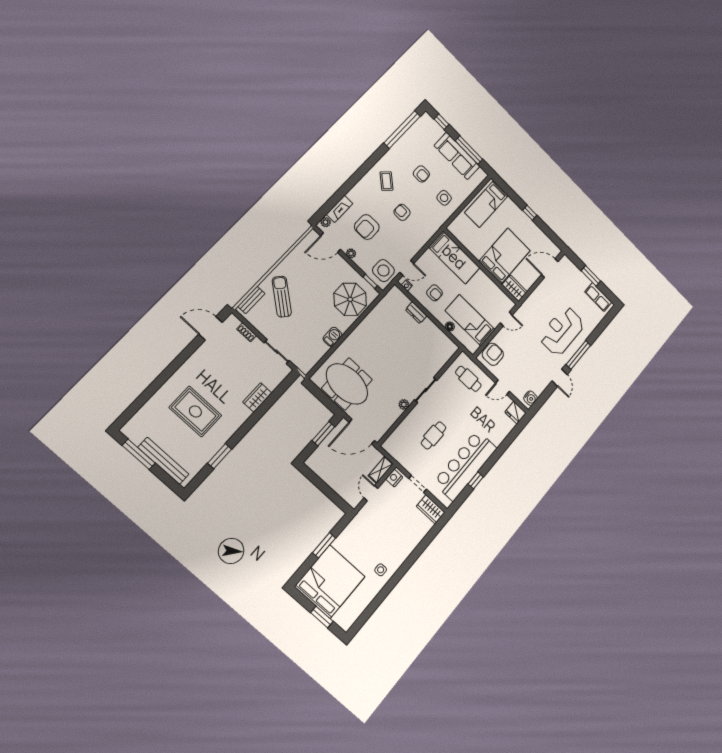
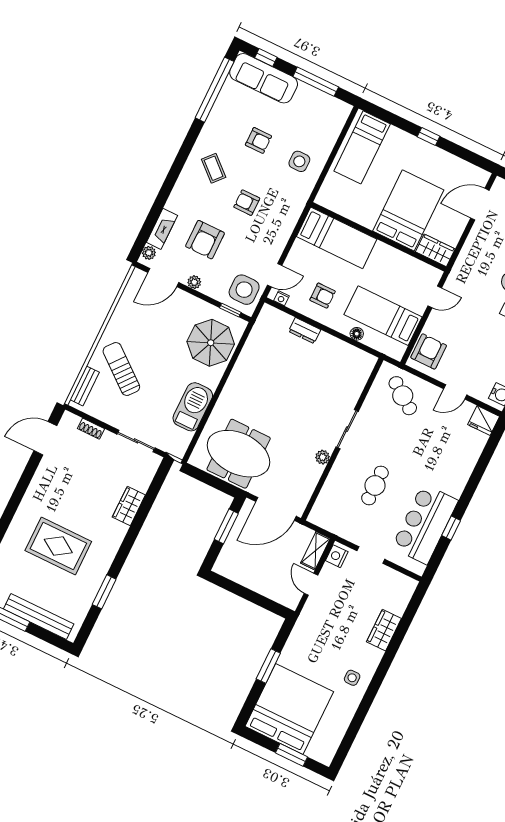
sofa: (457, 156) -> (264, 78), moved
barbecue: (332, 337) -> (193, 407), width x1.88, depth x1.53
cafe table: (468, 379) -> (403, 396), turned 37
bar counter: (465, 465) -> (425, 524), width x0.73
wardrobe: (431, 509) -> (384, 630), moved, turned 90

